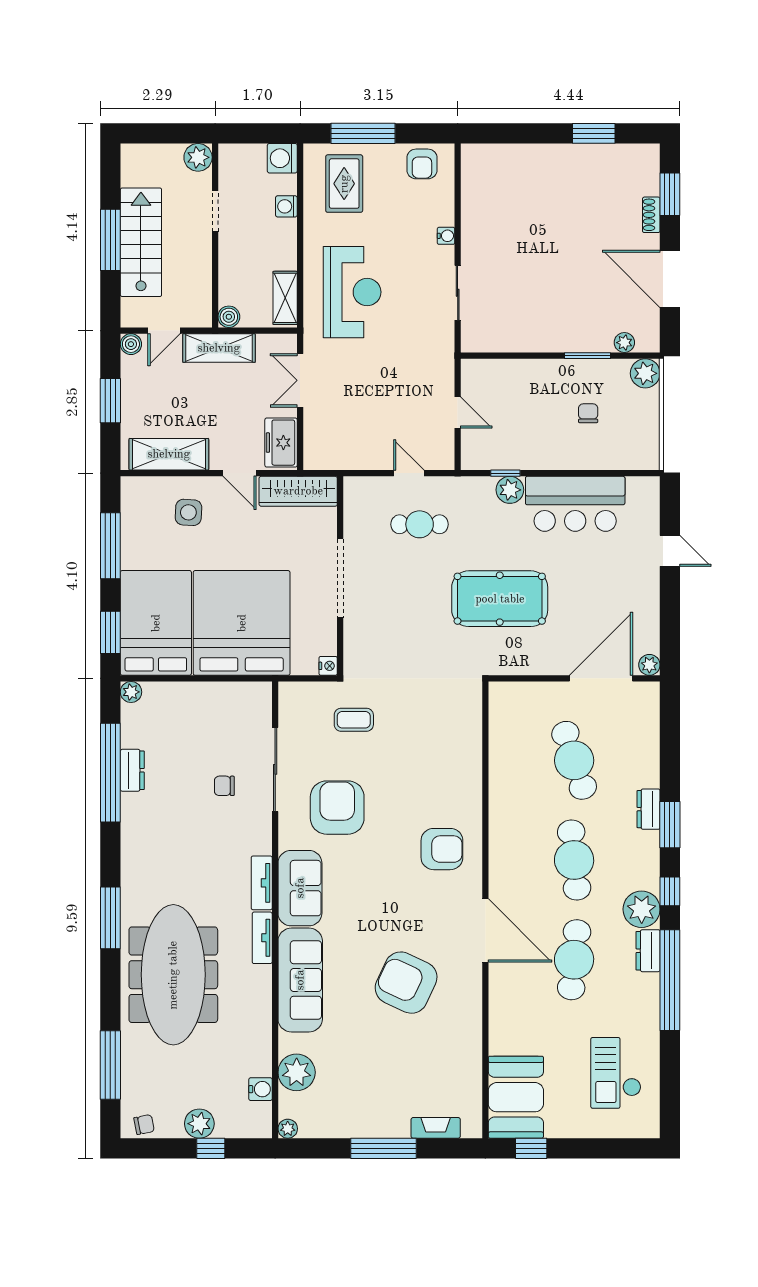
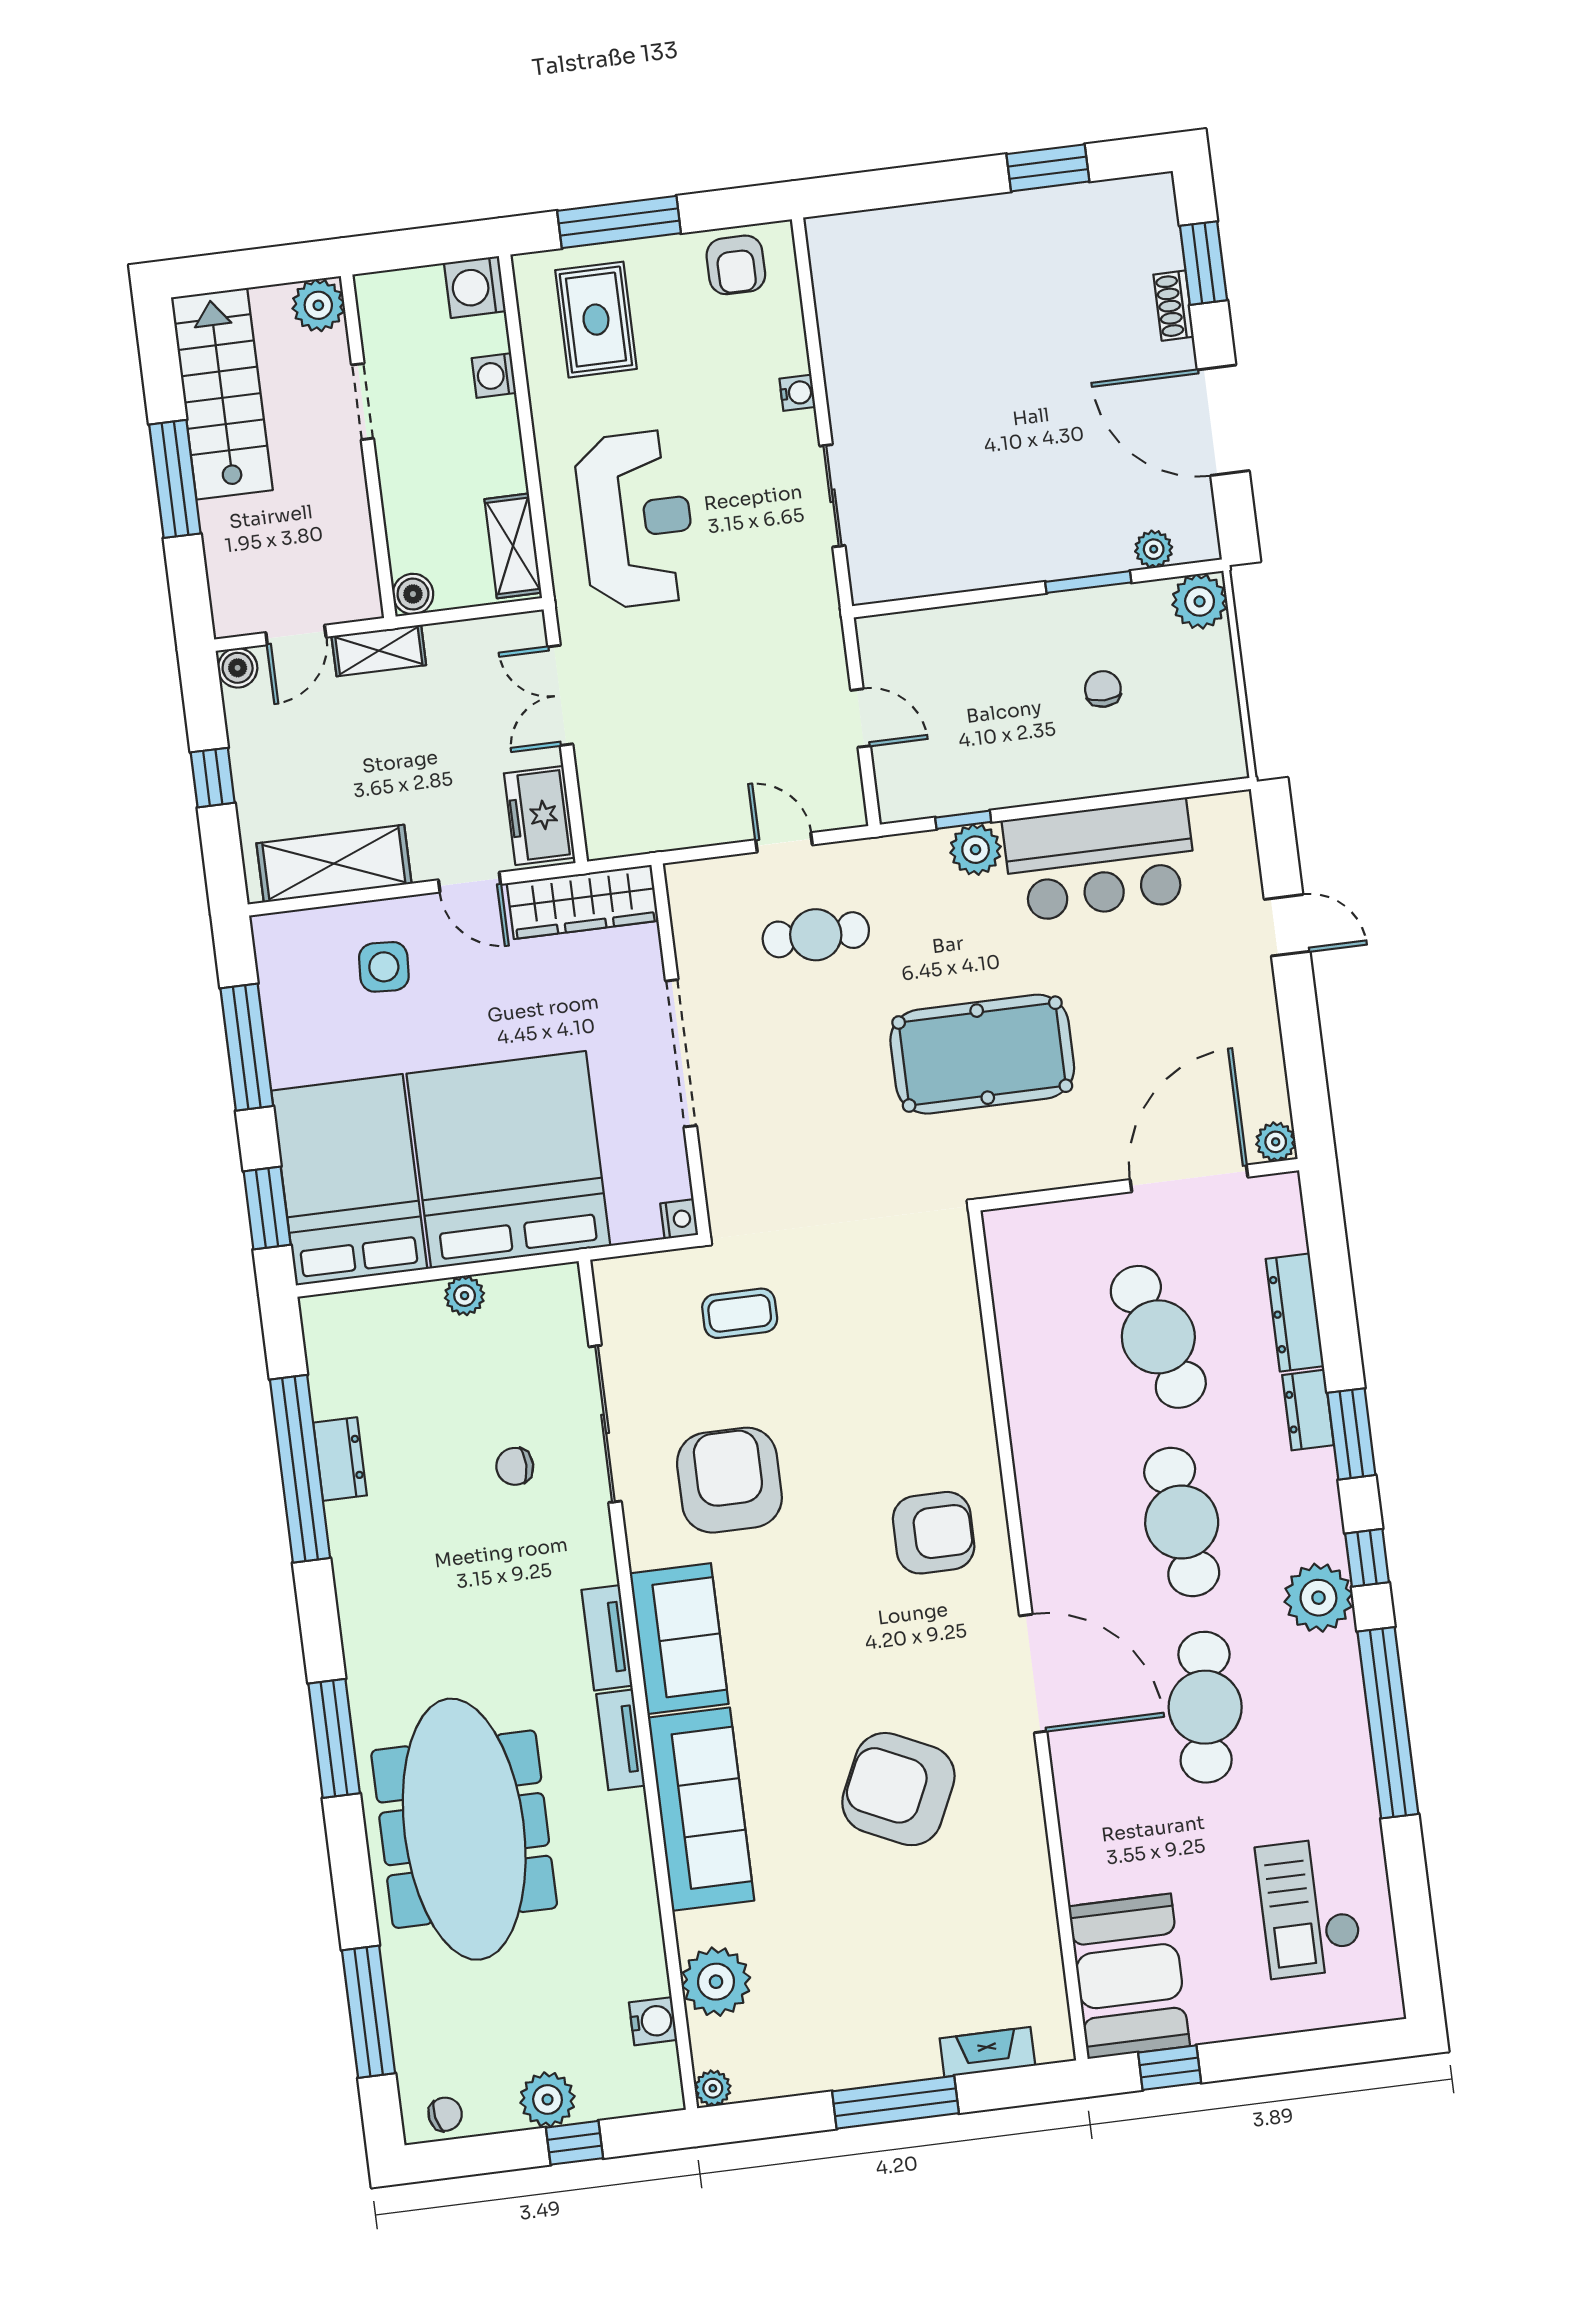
stairs: (141, 242) -> (222, 394), moved
shelving: (219, 348) -> (379, 651), width x0.67, depth x0.75
window: (110, 401) -> (213, 778), width x0.67
plant: (131, 692) -> (465, 1296), moved
dresser: (648, 951) -> (1295, 1312), moved, width x1.44

